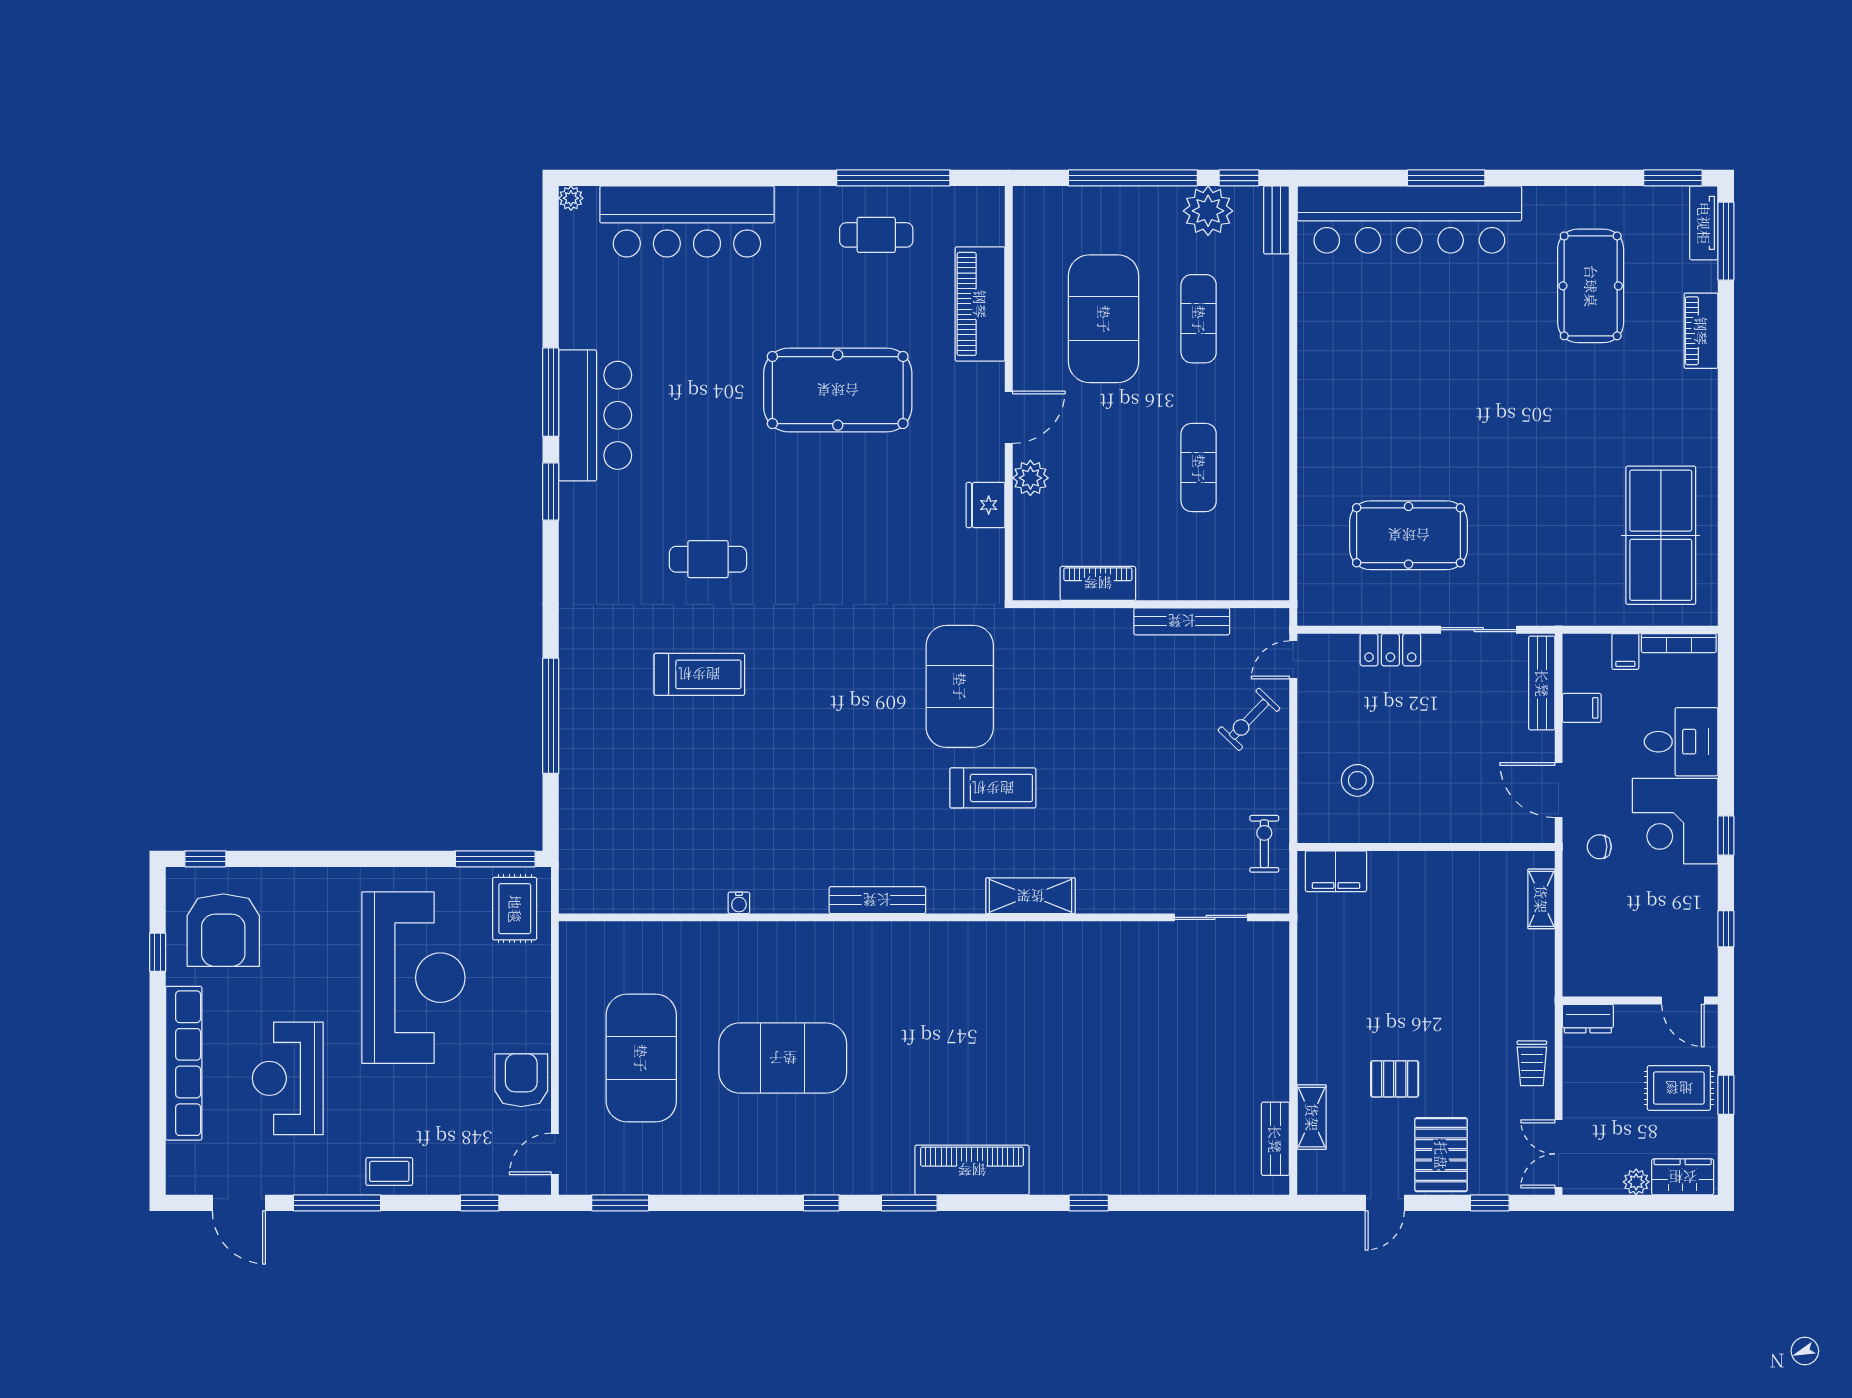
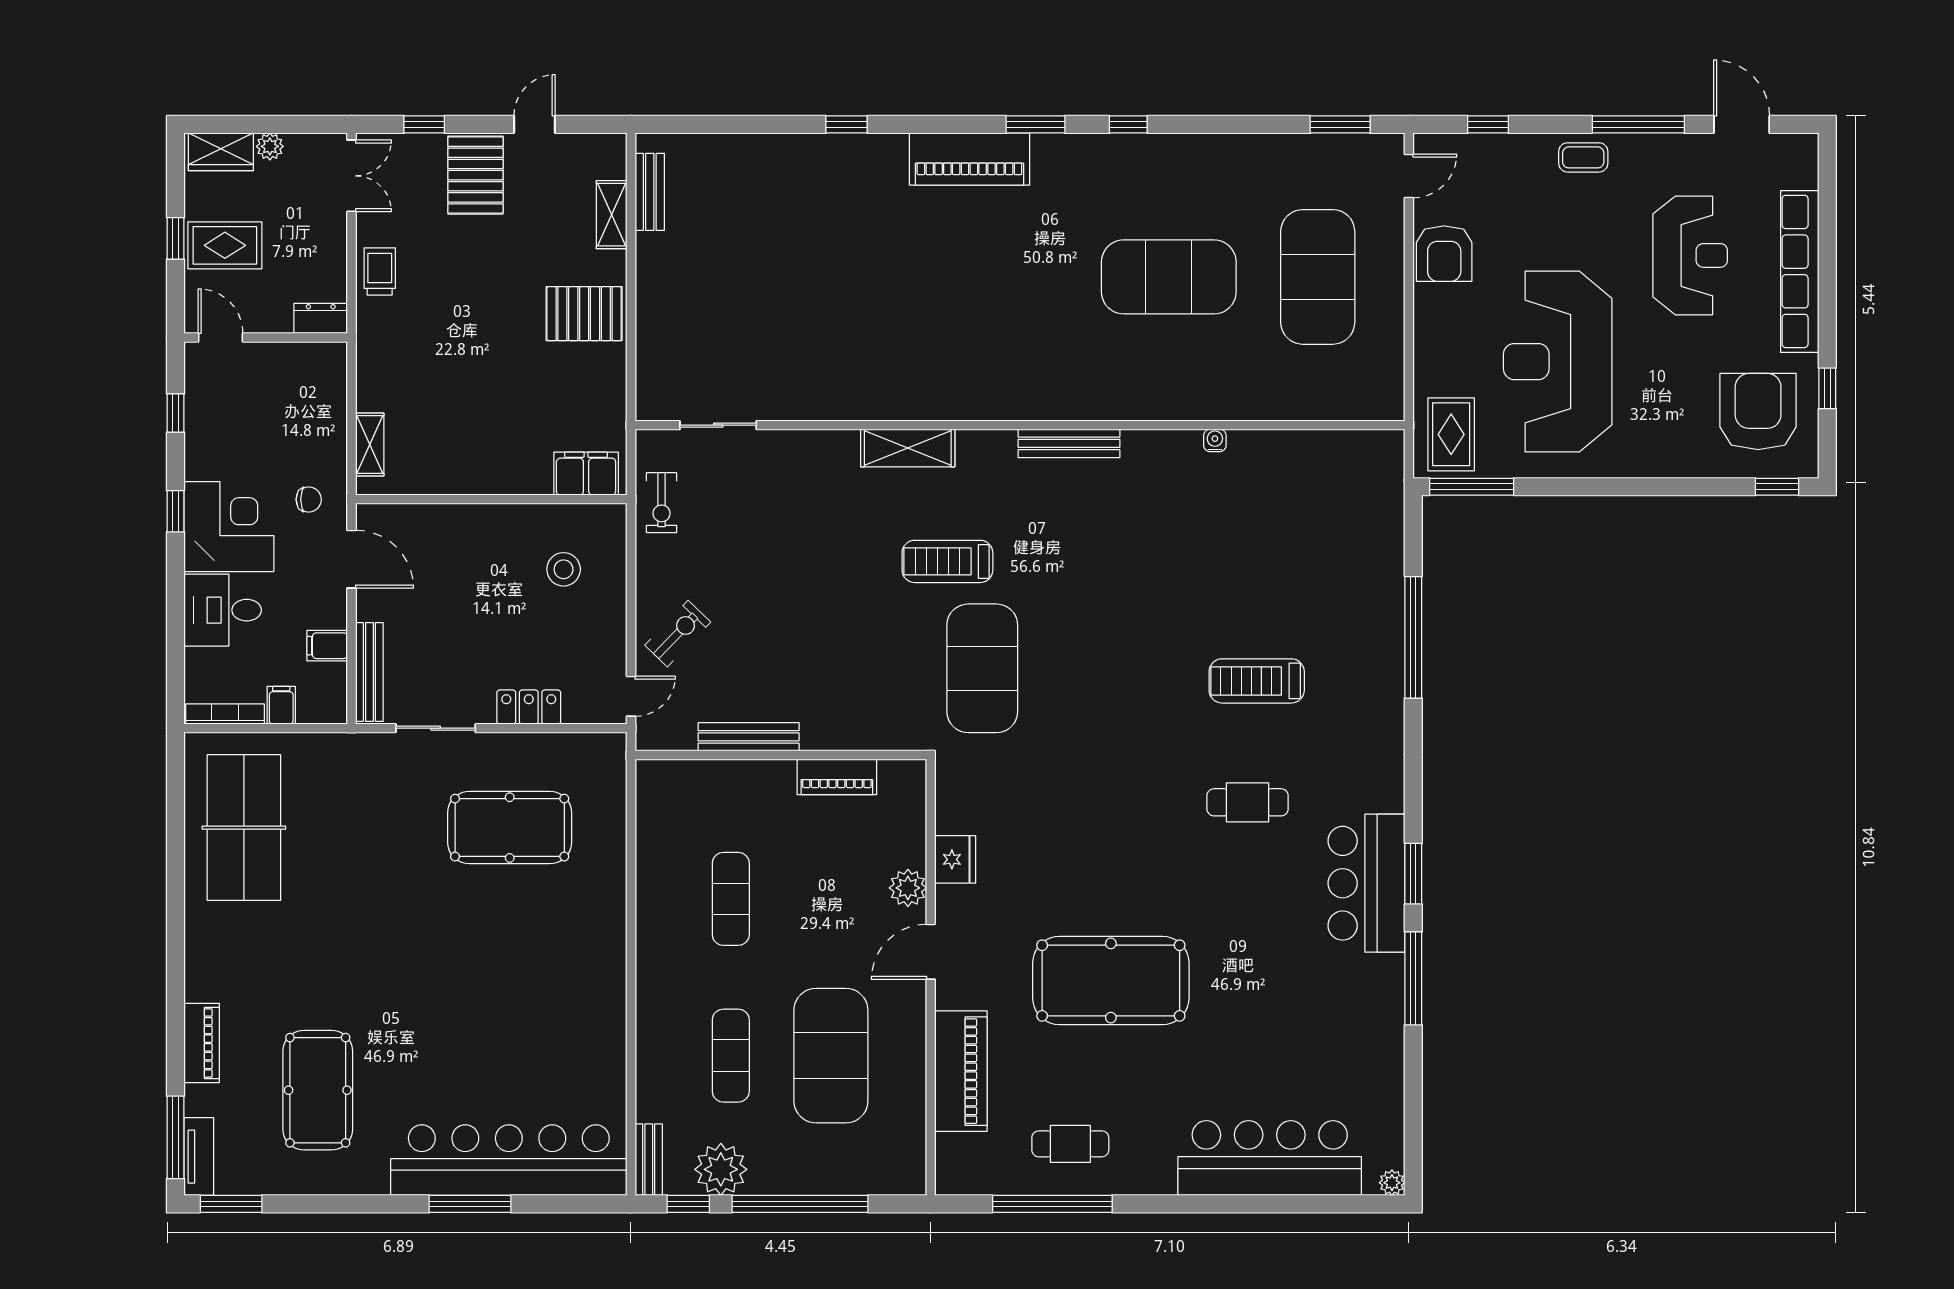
bar counter: (595, 415) -> (1366, 883), moved
pallet: (1395, 1079) -> (584, 314), moved, width x1.50, depth x1.42

